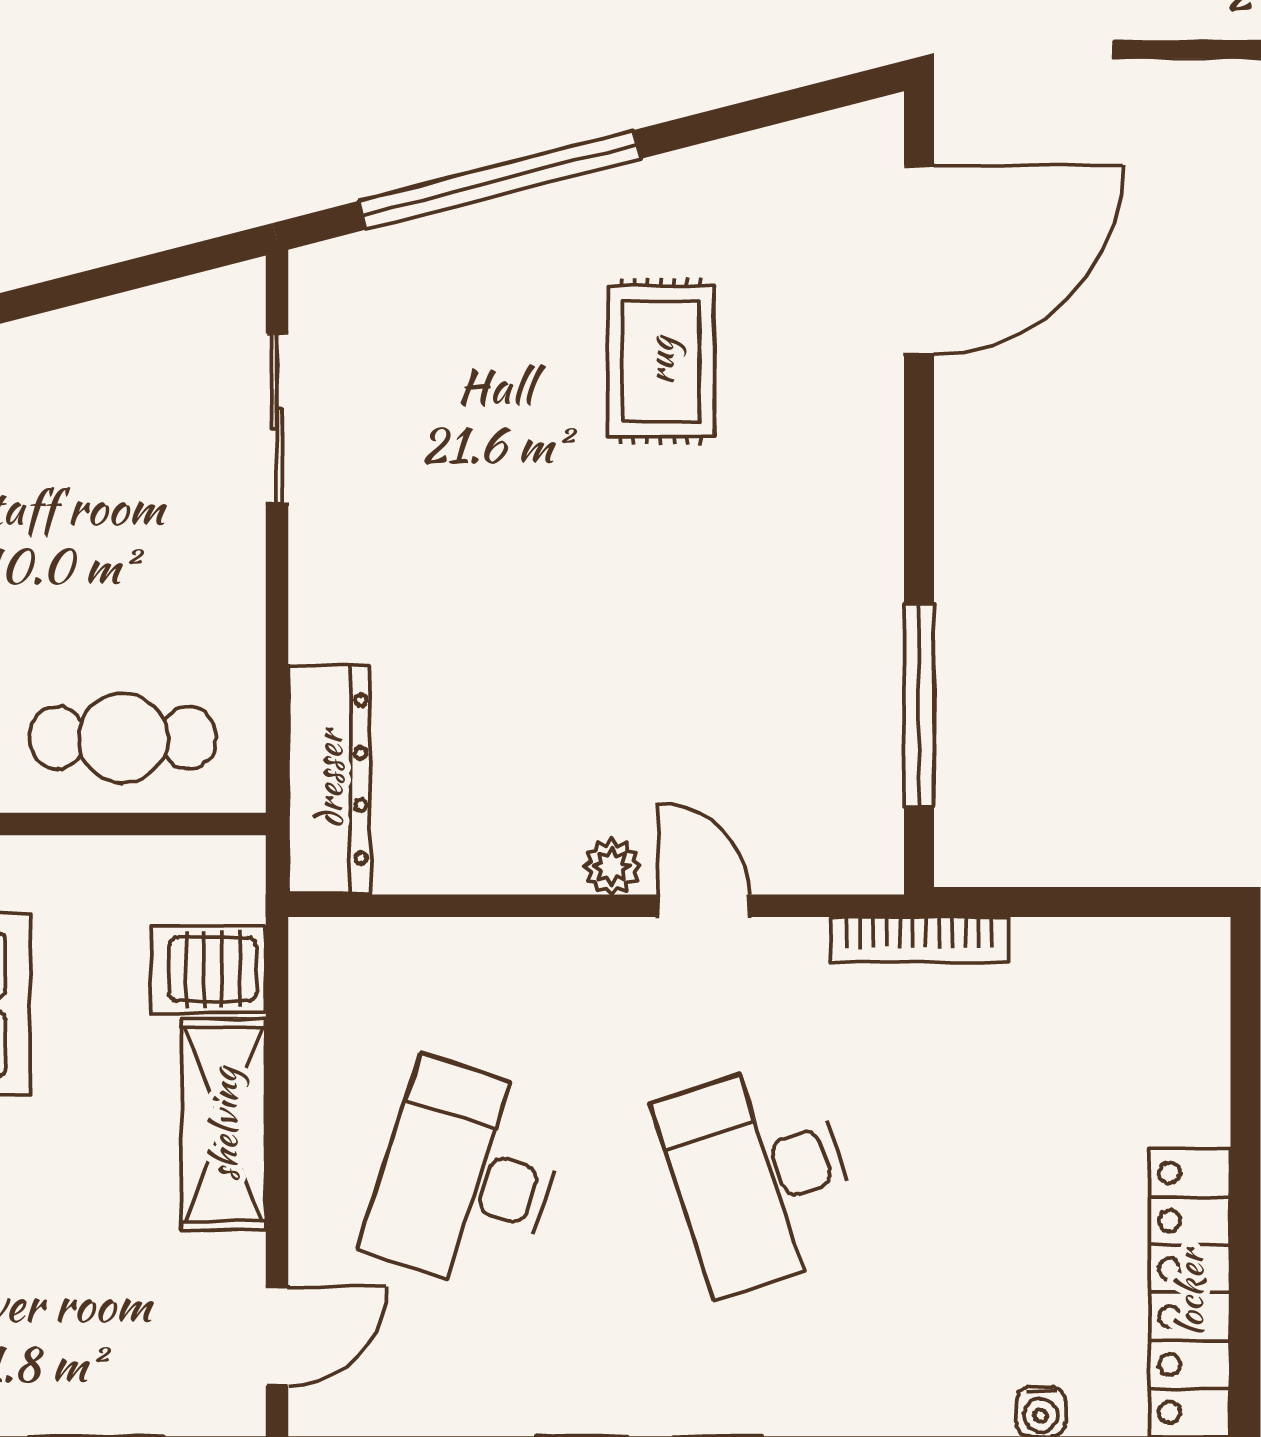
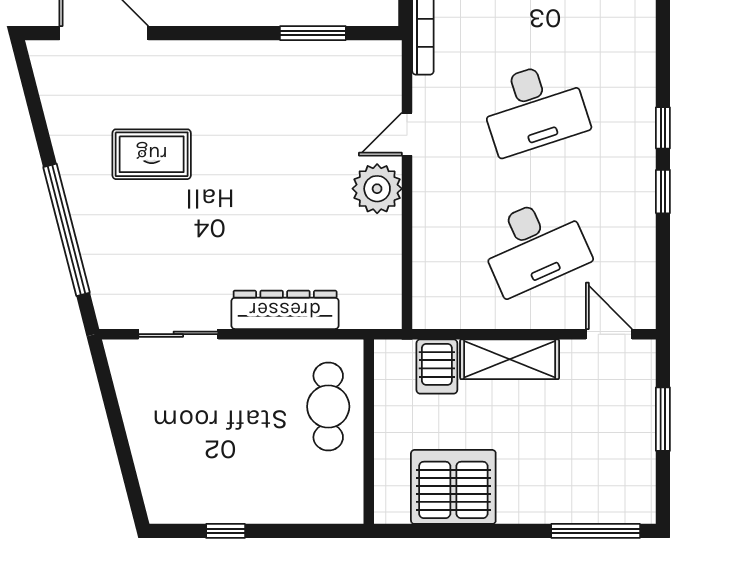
window: (919, 705) -> (313, 33), width x0.69
dresser: (329, 779) -> (285, 310), moved
plant: (612, 867) -> (377, 189), width x1.87, depth x1.87
desk: (466, 1177) -> (534, 245), turned -42

